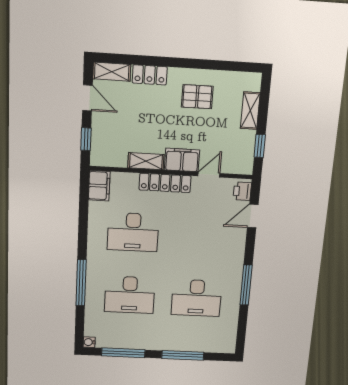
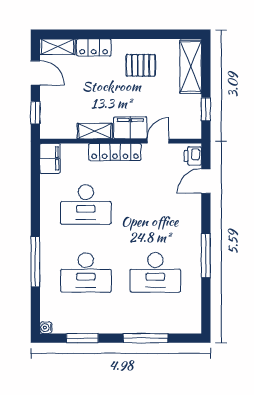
shelving: (250, 111) -> (191, 67), width x1.50, depth x1.33
window: (123, 353) -> (82, 338), width x0.69

